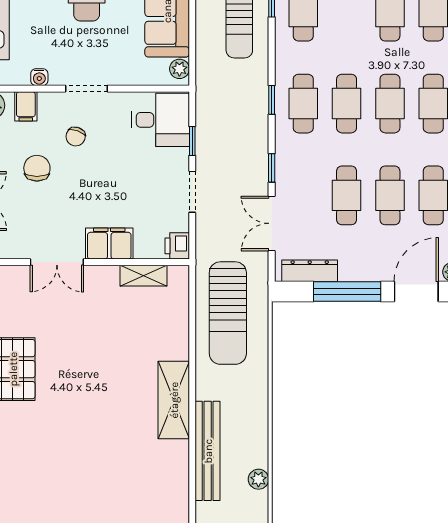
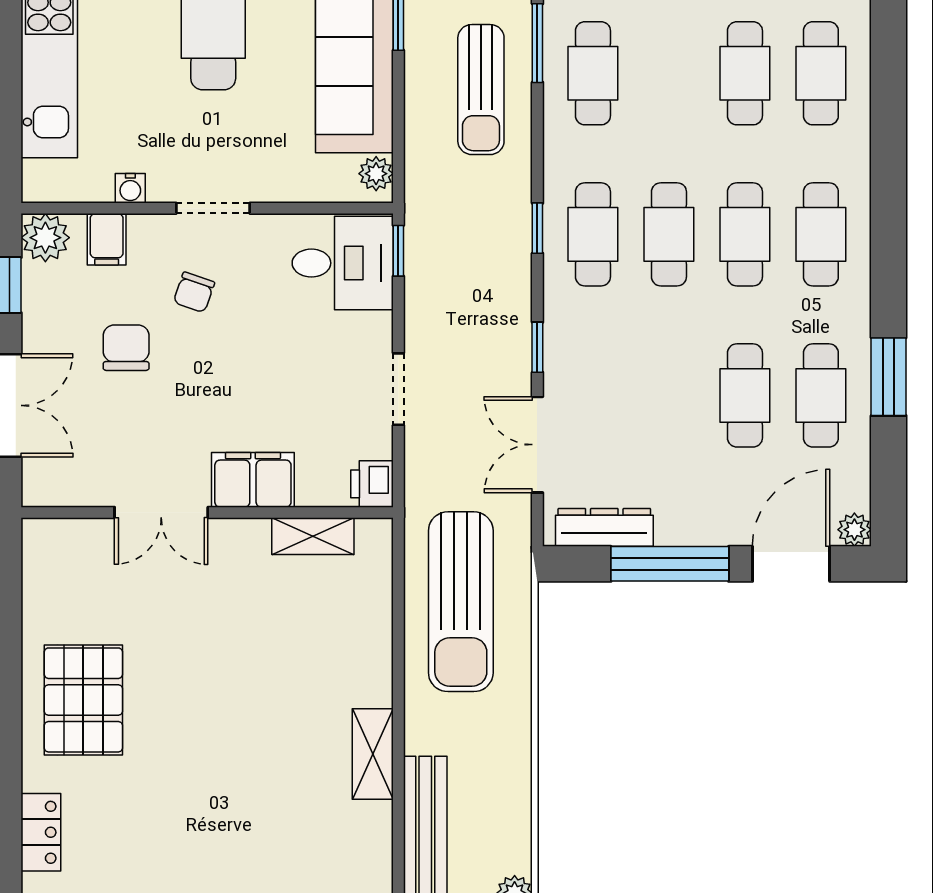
window: (192, 141) -> (398, 251), moved
cafe table: (347, 195) -> (669, 395), removed
shelving: (174, 400) -> (373, 754), width x0.67, depth x0.75

